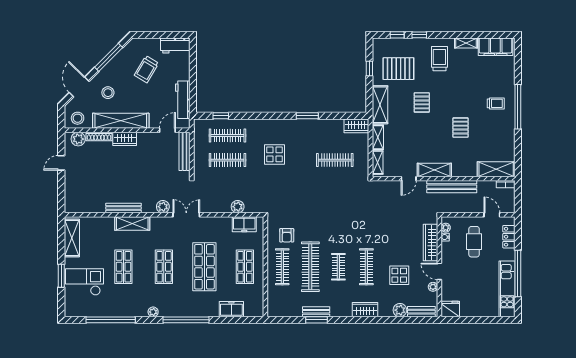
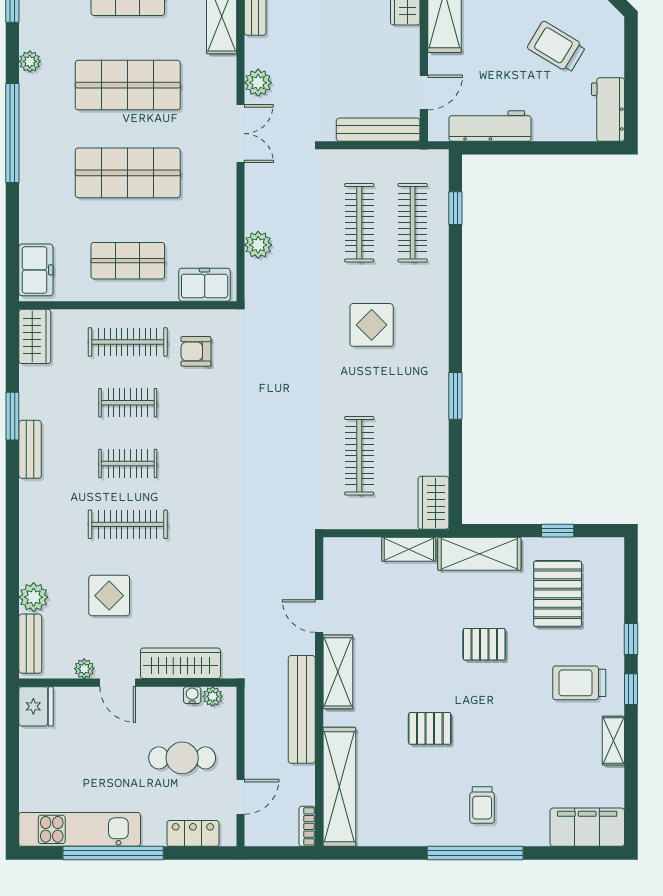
window: (397, 35) -> (631, 689), moved
filing cabinet: (495, 47) -> (587, 827), moved, turned 90
trolley: (439, 59) -> (579, 683), turned 180
door: (167, 130) -> (424, 92), hinge flipped
shelving: (378, 162) -> (354, 549), removed
shelving: (496, 169) -> (339, 787), width x1.47
freezer: (244, 224) -> (205, 285), moved, turned 90
shop shelf: (164, 267) -> (128, 85), width x1.43, depth x1.36
clothes rail: (310, 267) -> (128, 403), width x0.54, depth x0.76
door: (439, 271) -> (118, 683), swing flipped
freezer: (231, 309) -> (36, 270), moved
wardrobe: (365, 310) -> (35, 336), moved
bench: (316, 312) -> (30, 449), moved

